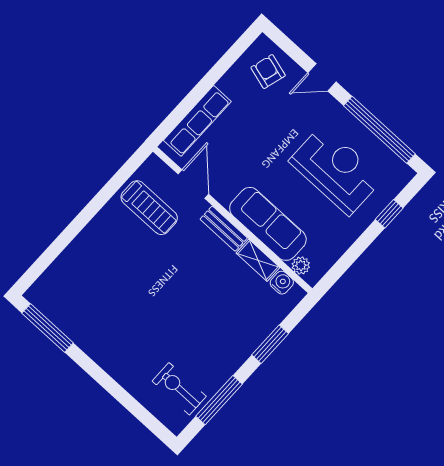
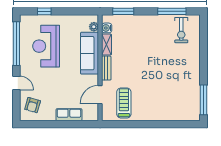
row of seats: (197, 121) -> (69, 115), width x0.68
window: (270, 344) -> (123, 11), moved

